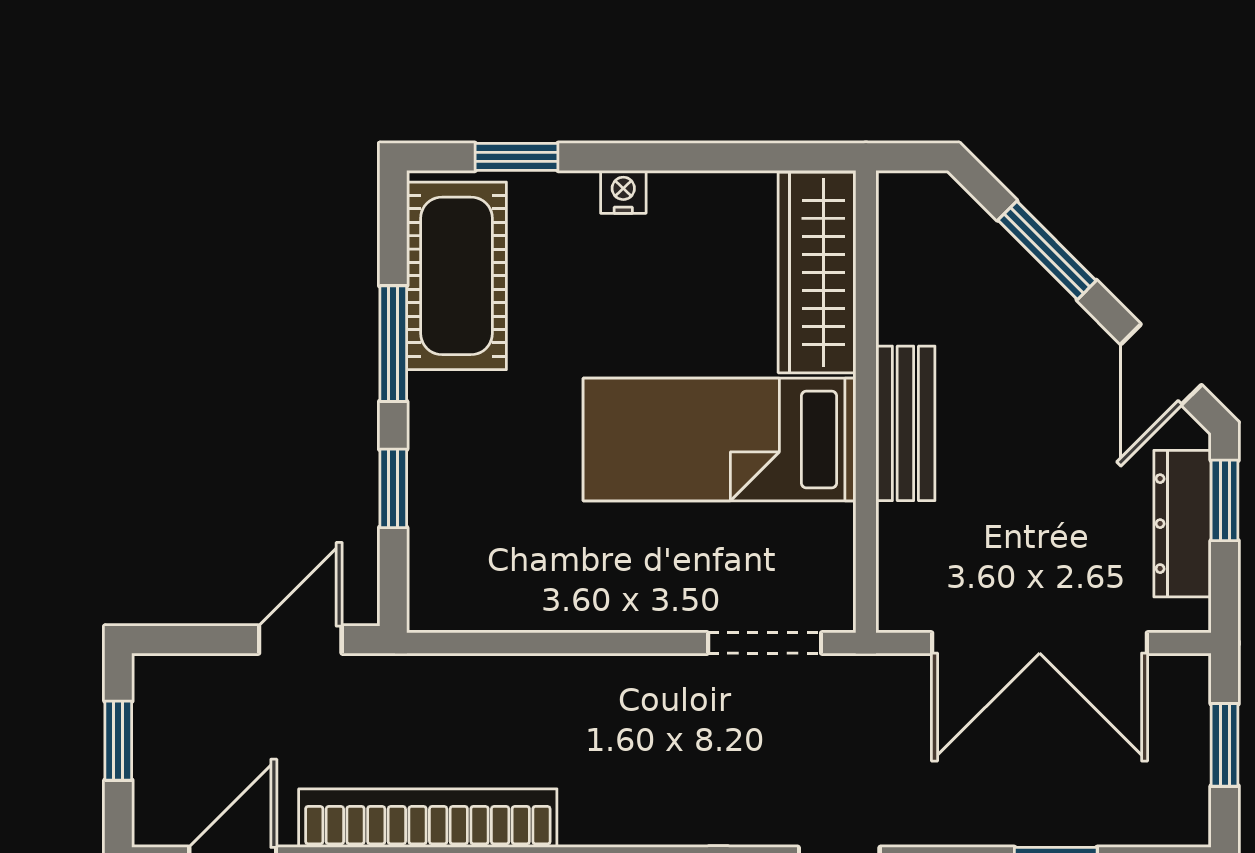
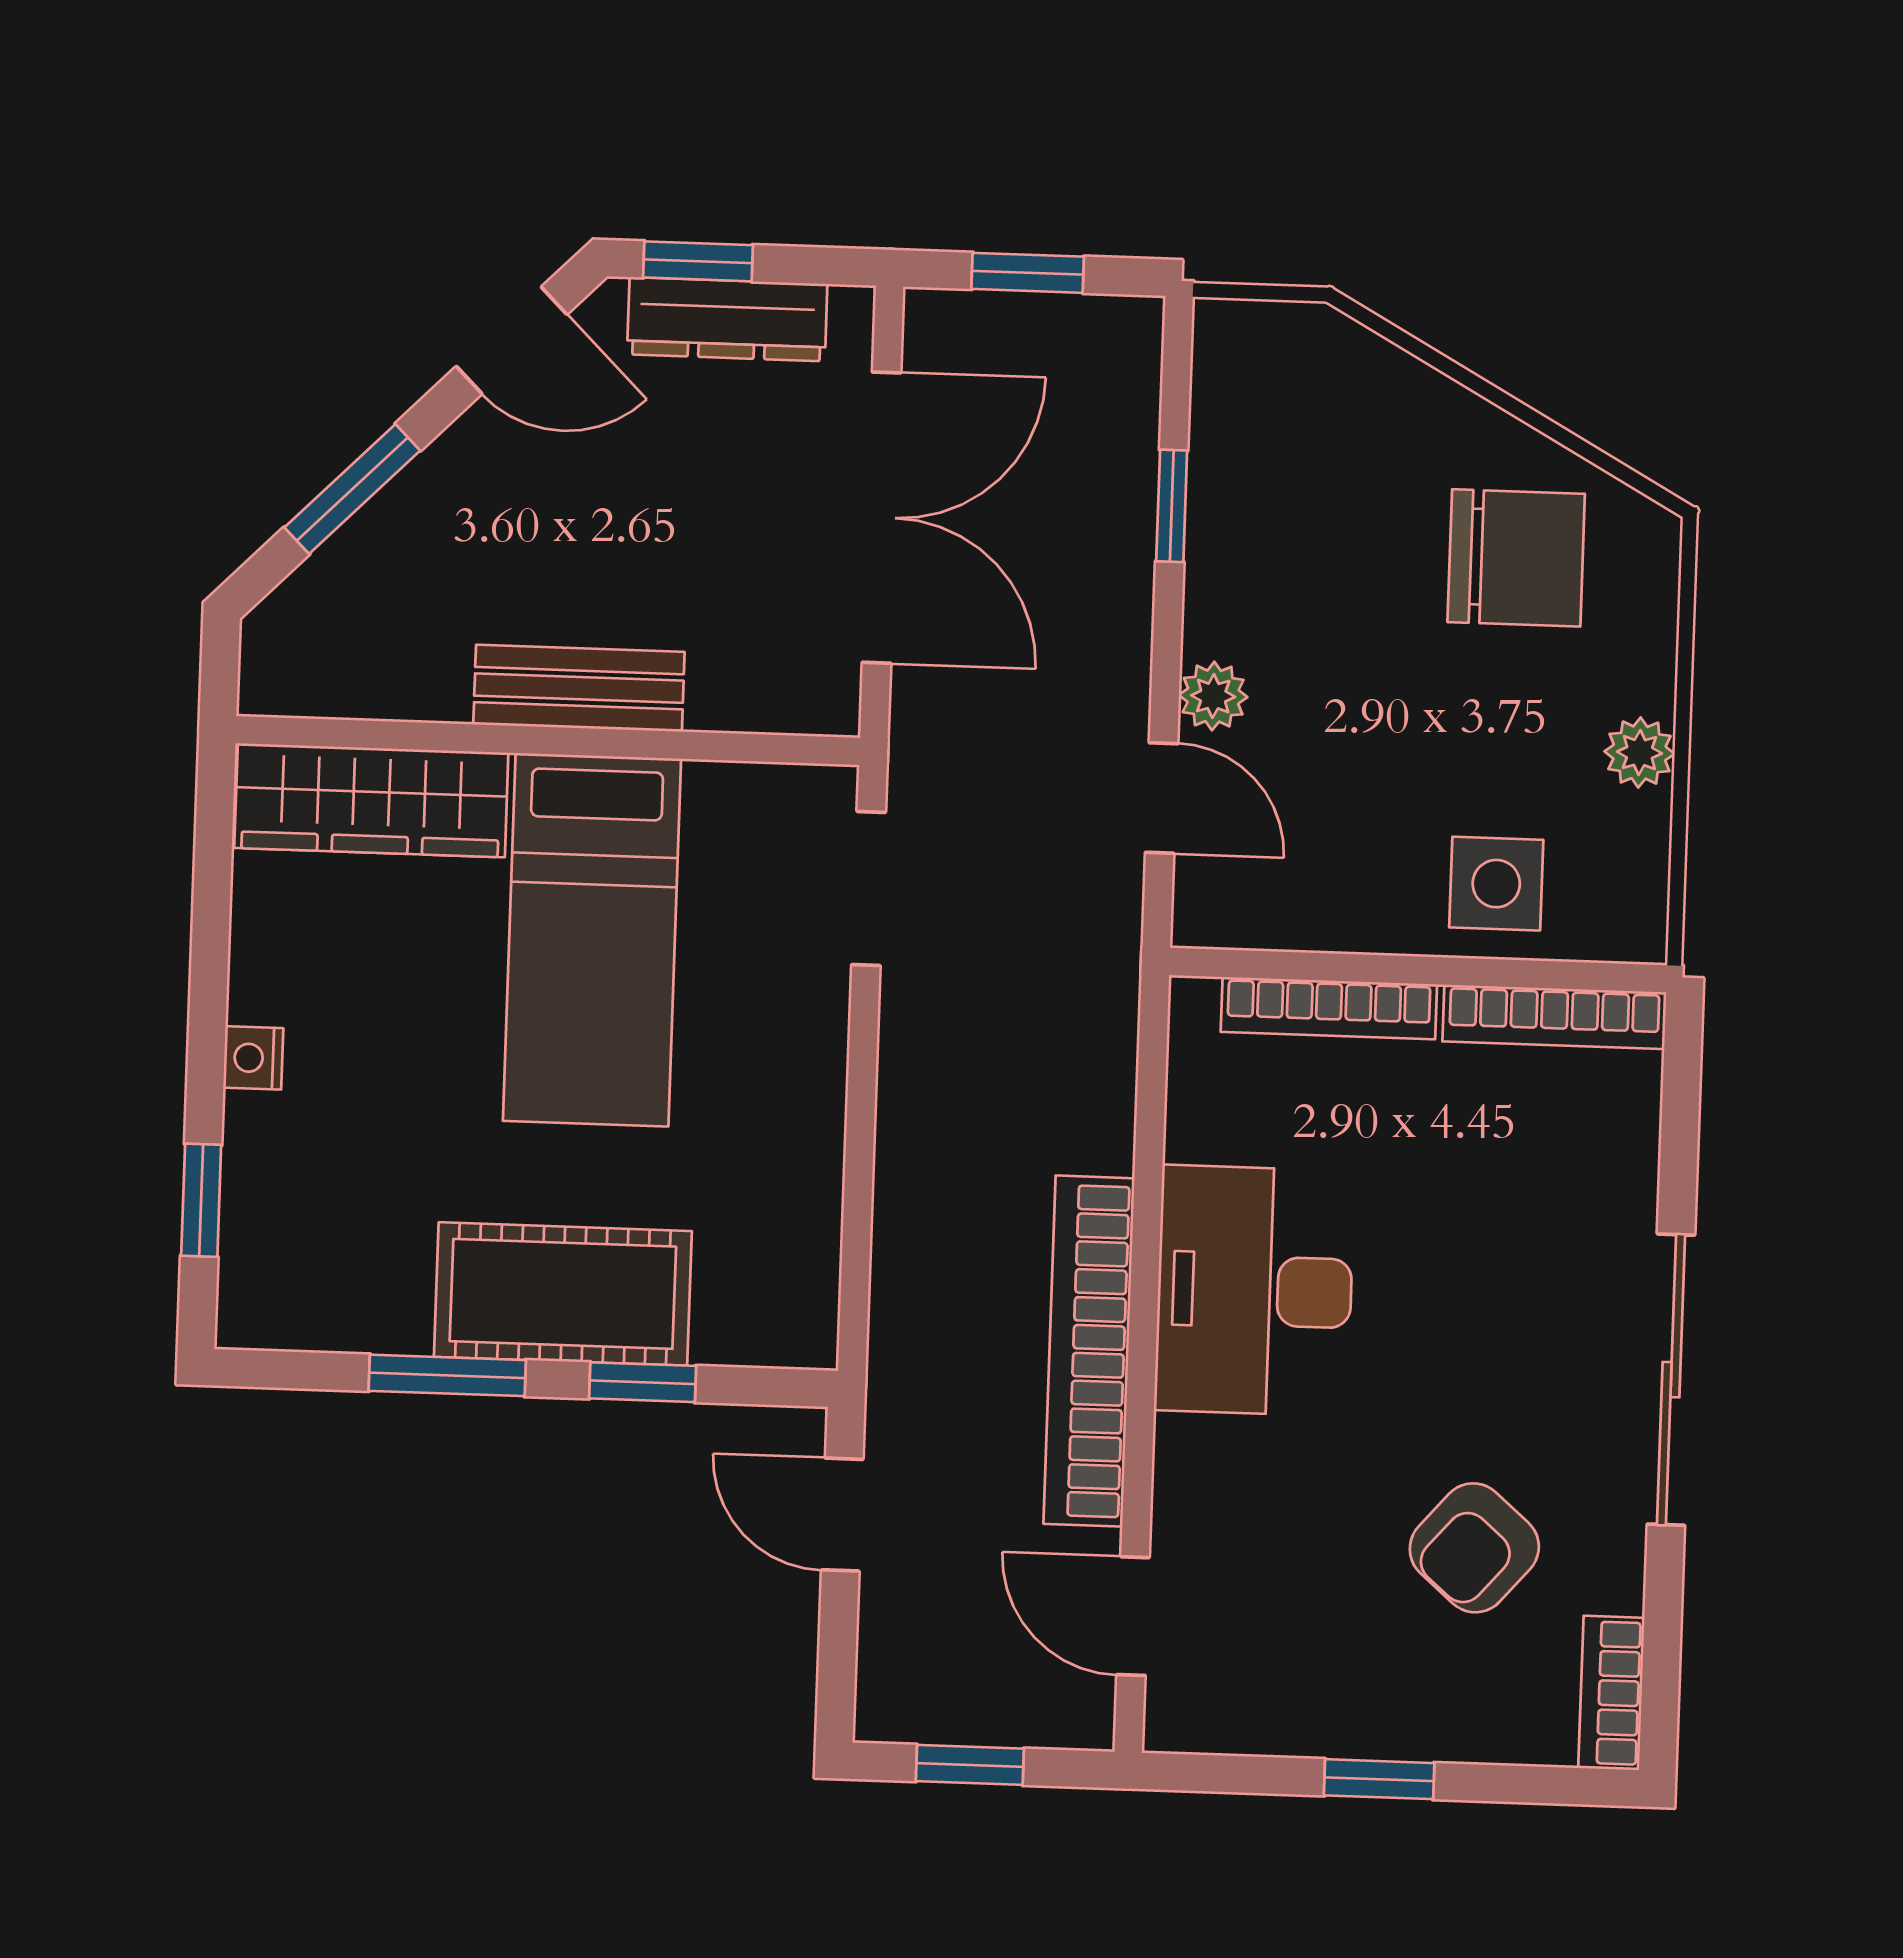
cot: (456, 276) -> (563, 1294), moved

